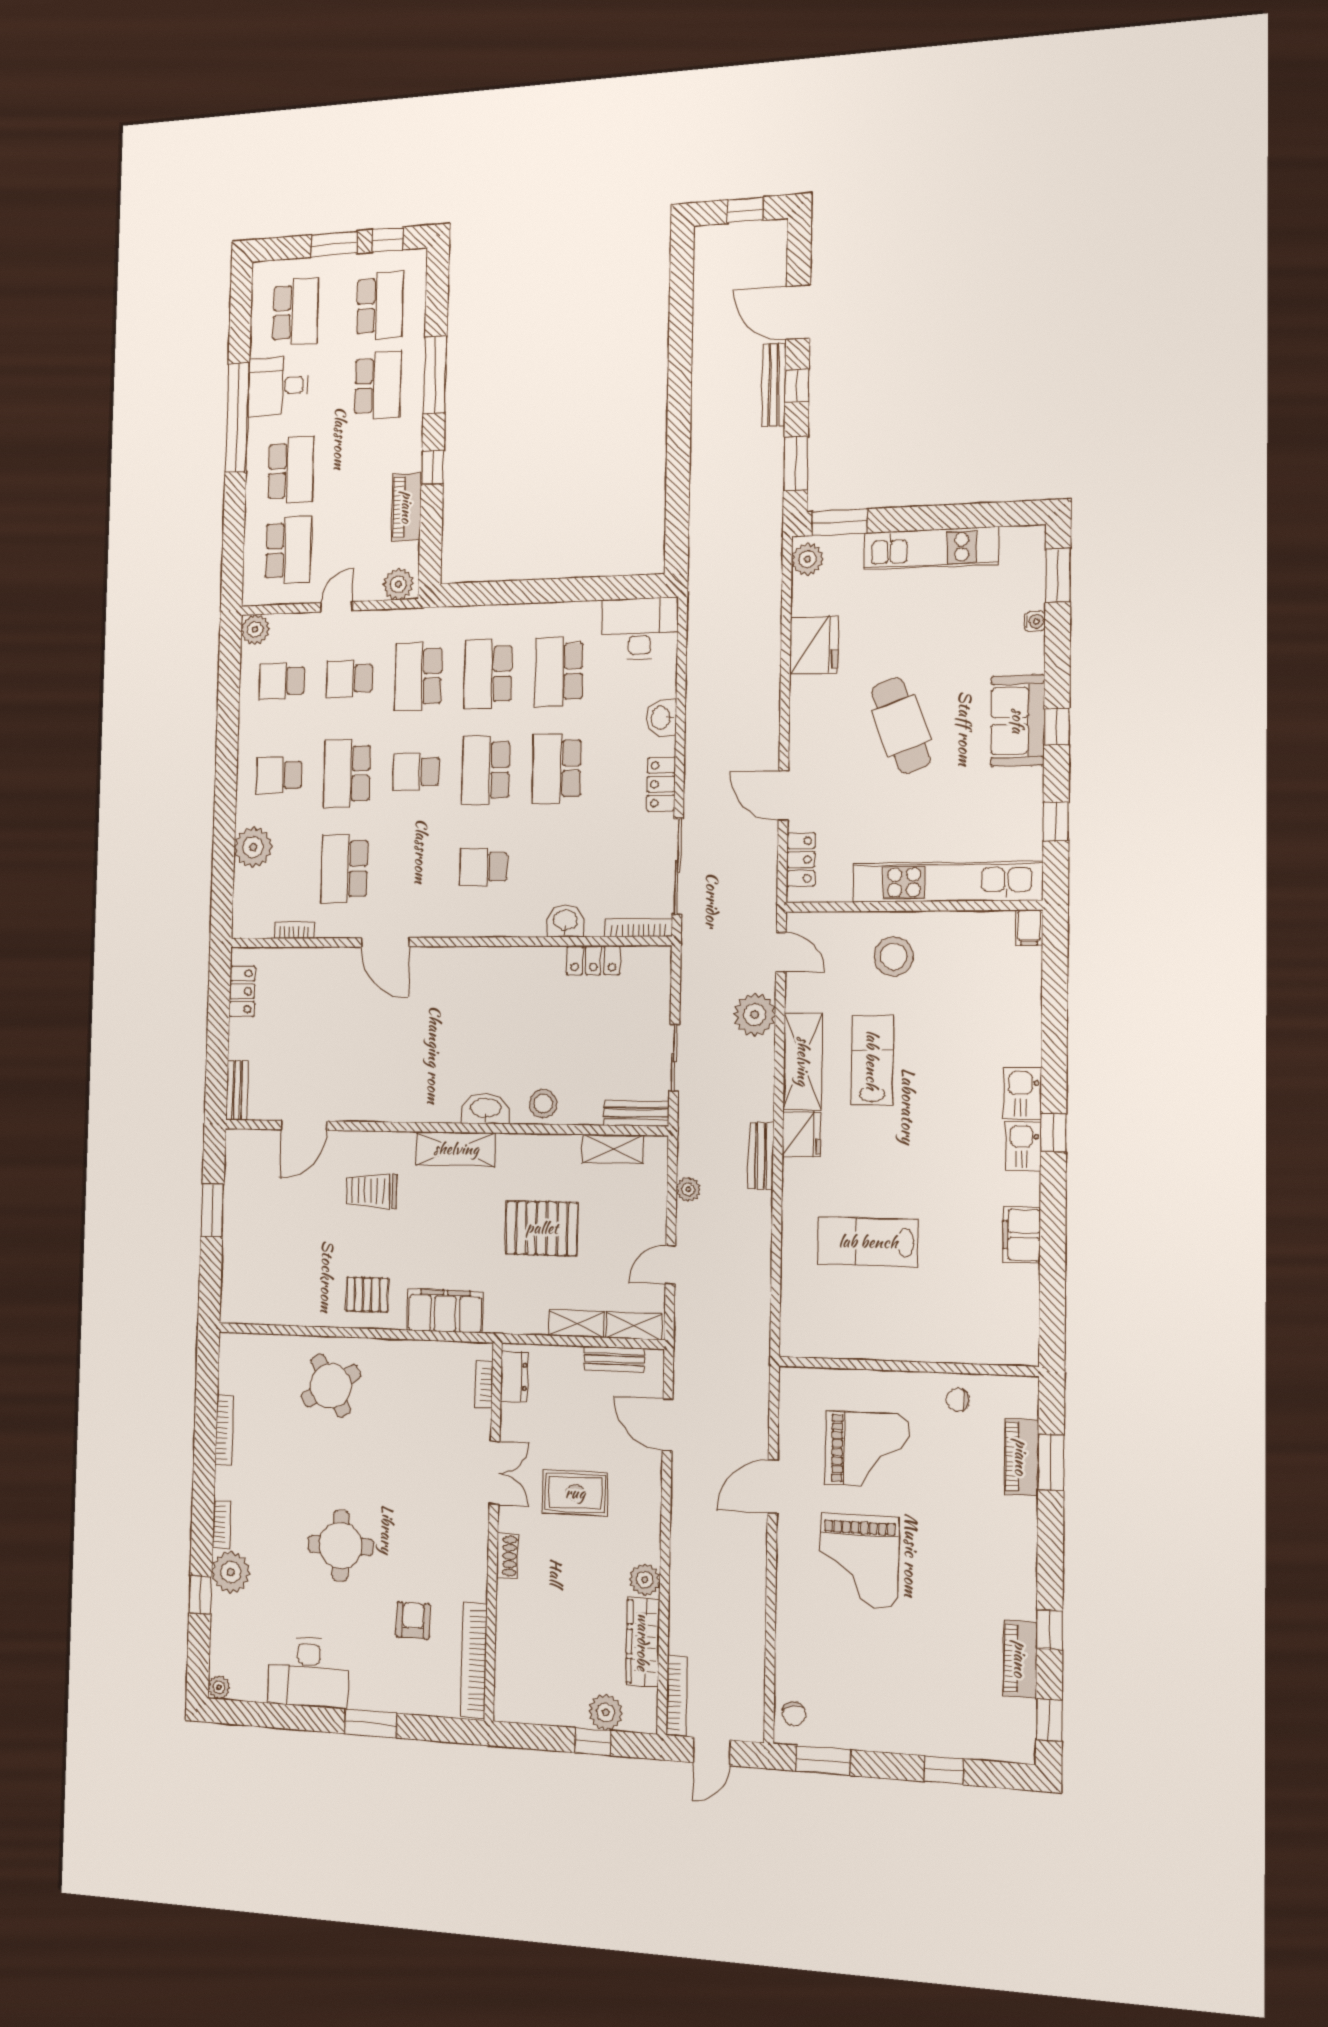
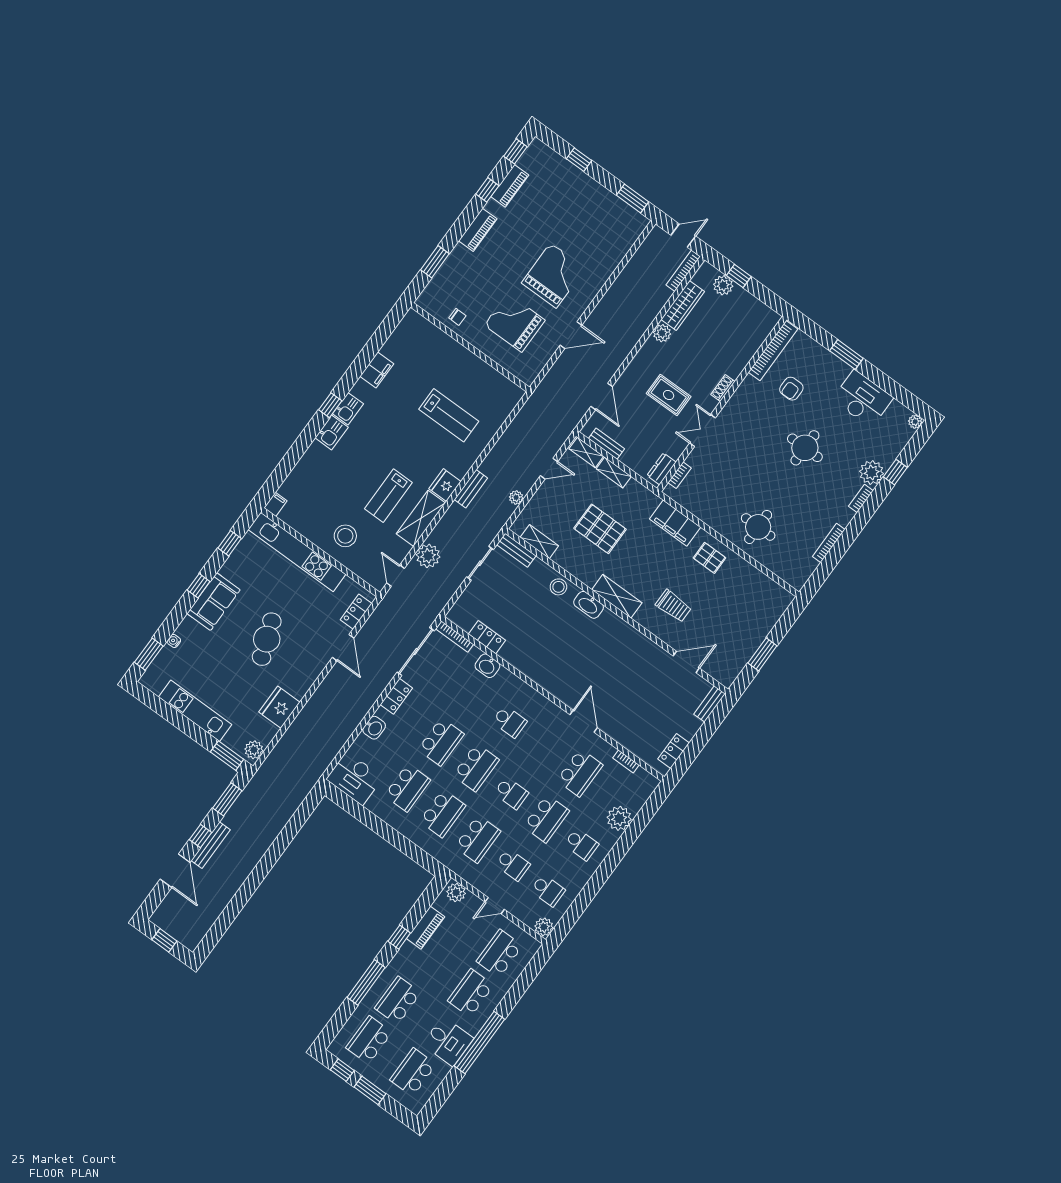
round table: (331, 1386) -> (758, 527), turned 30
piano: (1021, 1457) -> (478, 230), moved
chair: (794, 1714) -> (632, 228), removed

